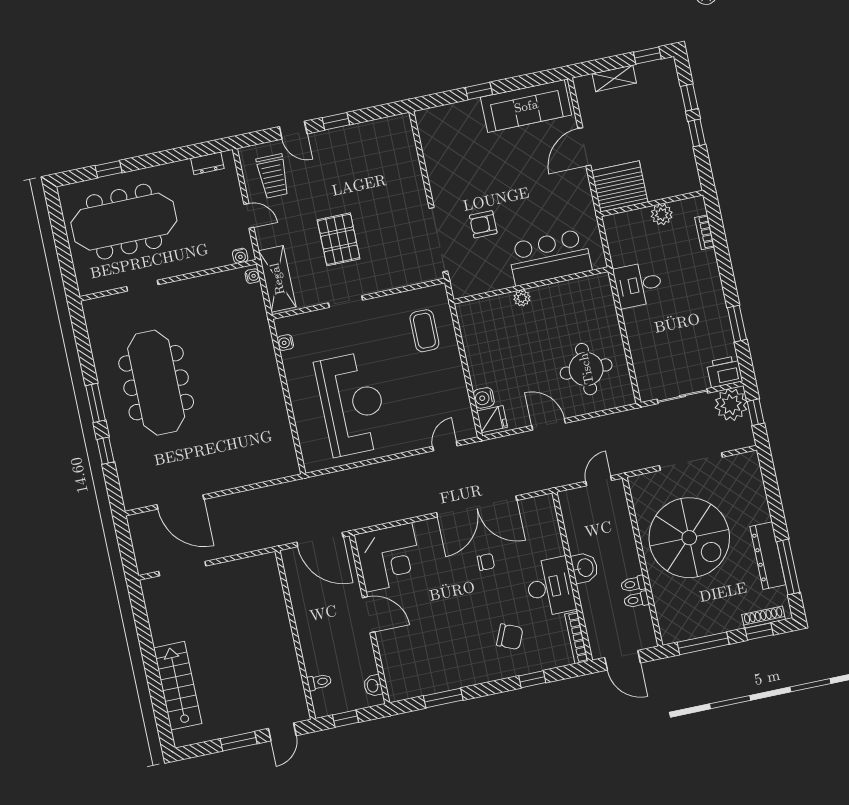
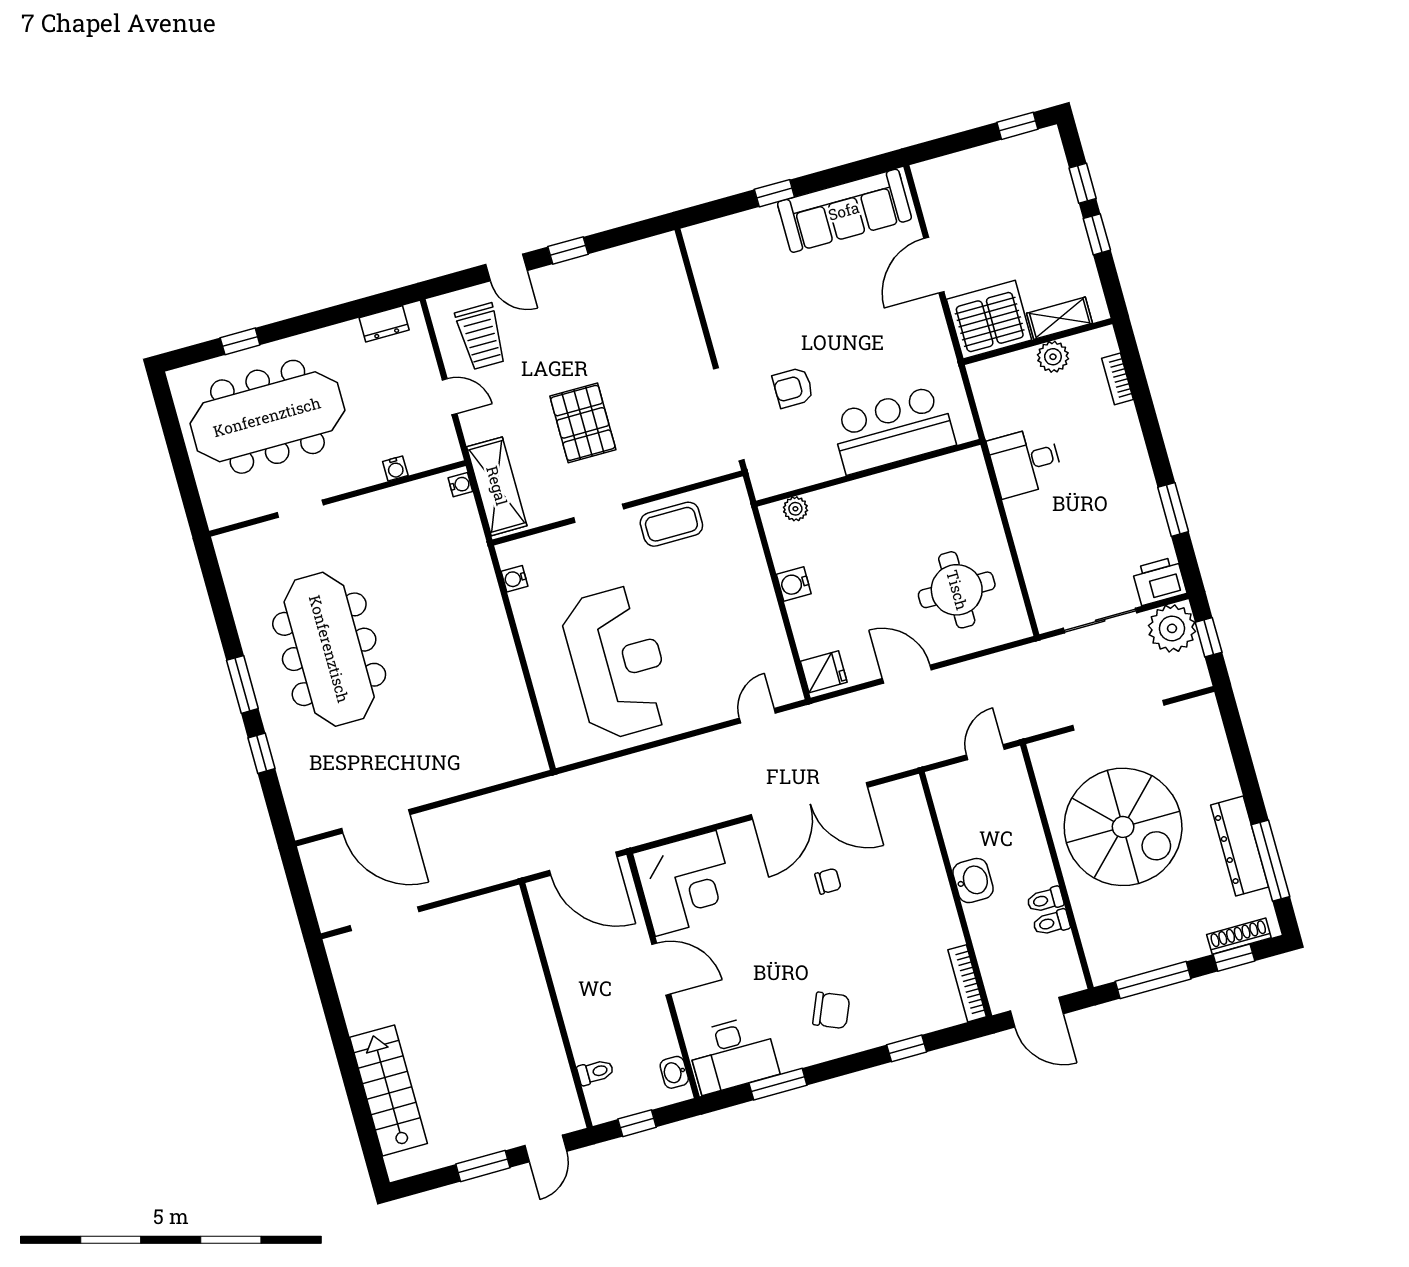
shelving: (614, 78) -> (1060, 318), moved
water cooler: (240, 256) -> (395, 468), moved
plant: (522, 298) -> (795, 509), moved
coffee table: (424, 331) -> (671, 524), moved, turned 90
water cooler: (484, 398) -> (794, 584), moved
desk: (550, 587) -> (733, 1054), moved, turned 90
chair: (510, 637) -> (831, 1010), moved

